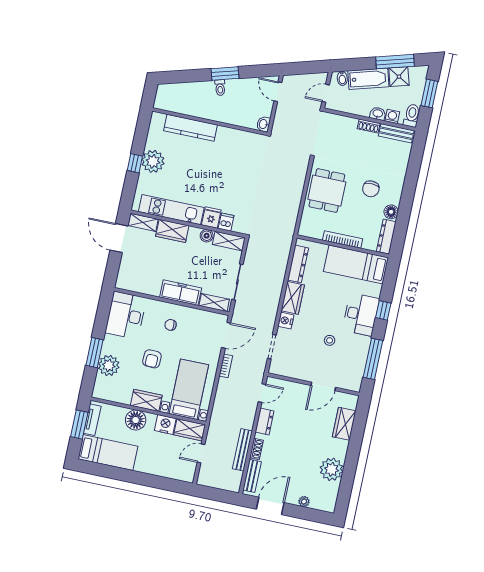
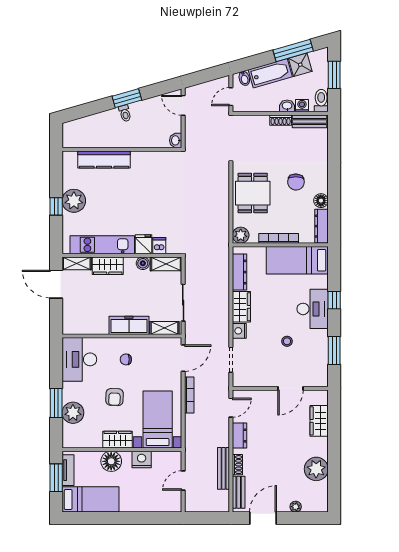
plant: (307, 229) -> (241, 235), added
window: (373, 359) -> (334, 350), width x0.69
bookcase: (226, 366) -> (189, 395), width x1.56
wardrobe: (190, 430) -> (167, 460), removed

